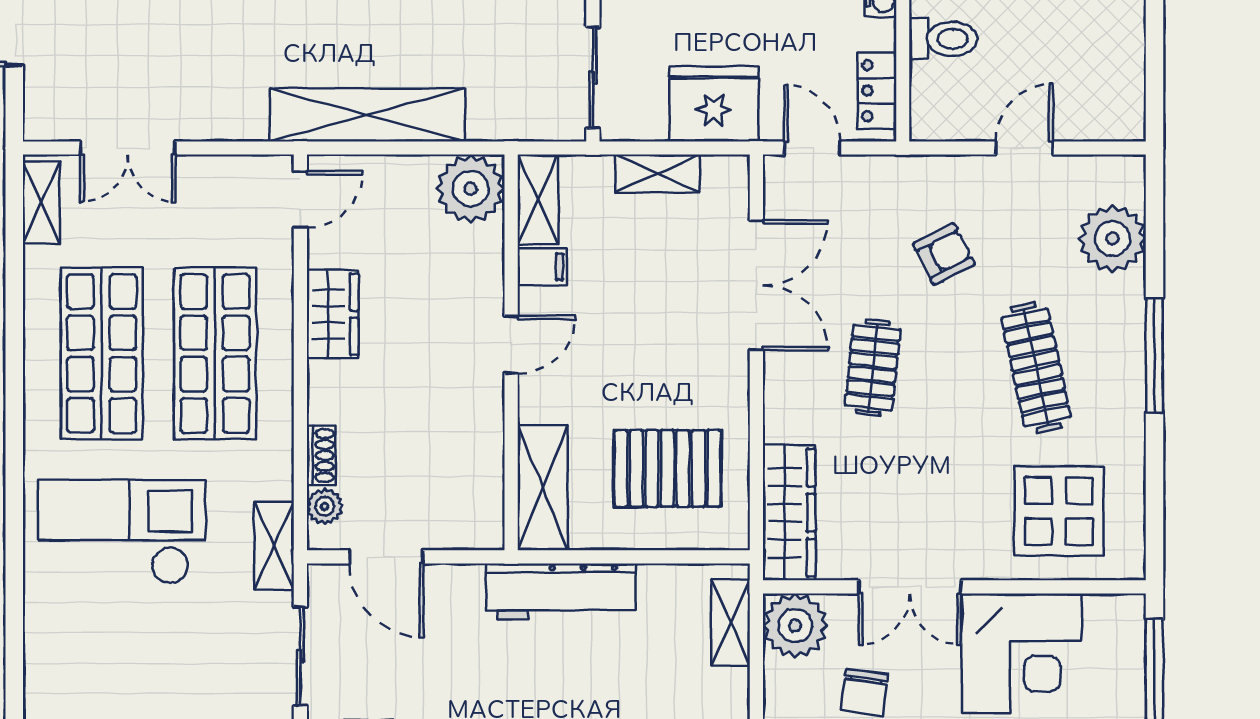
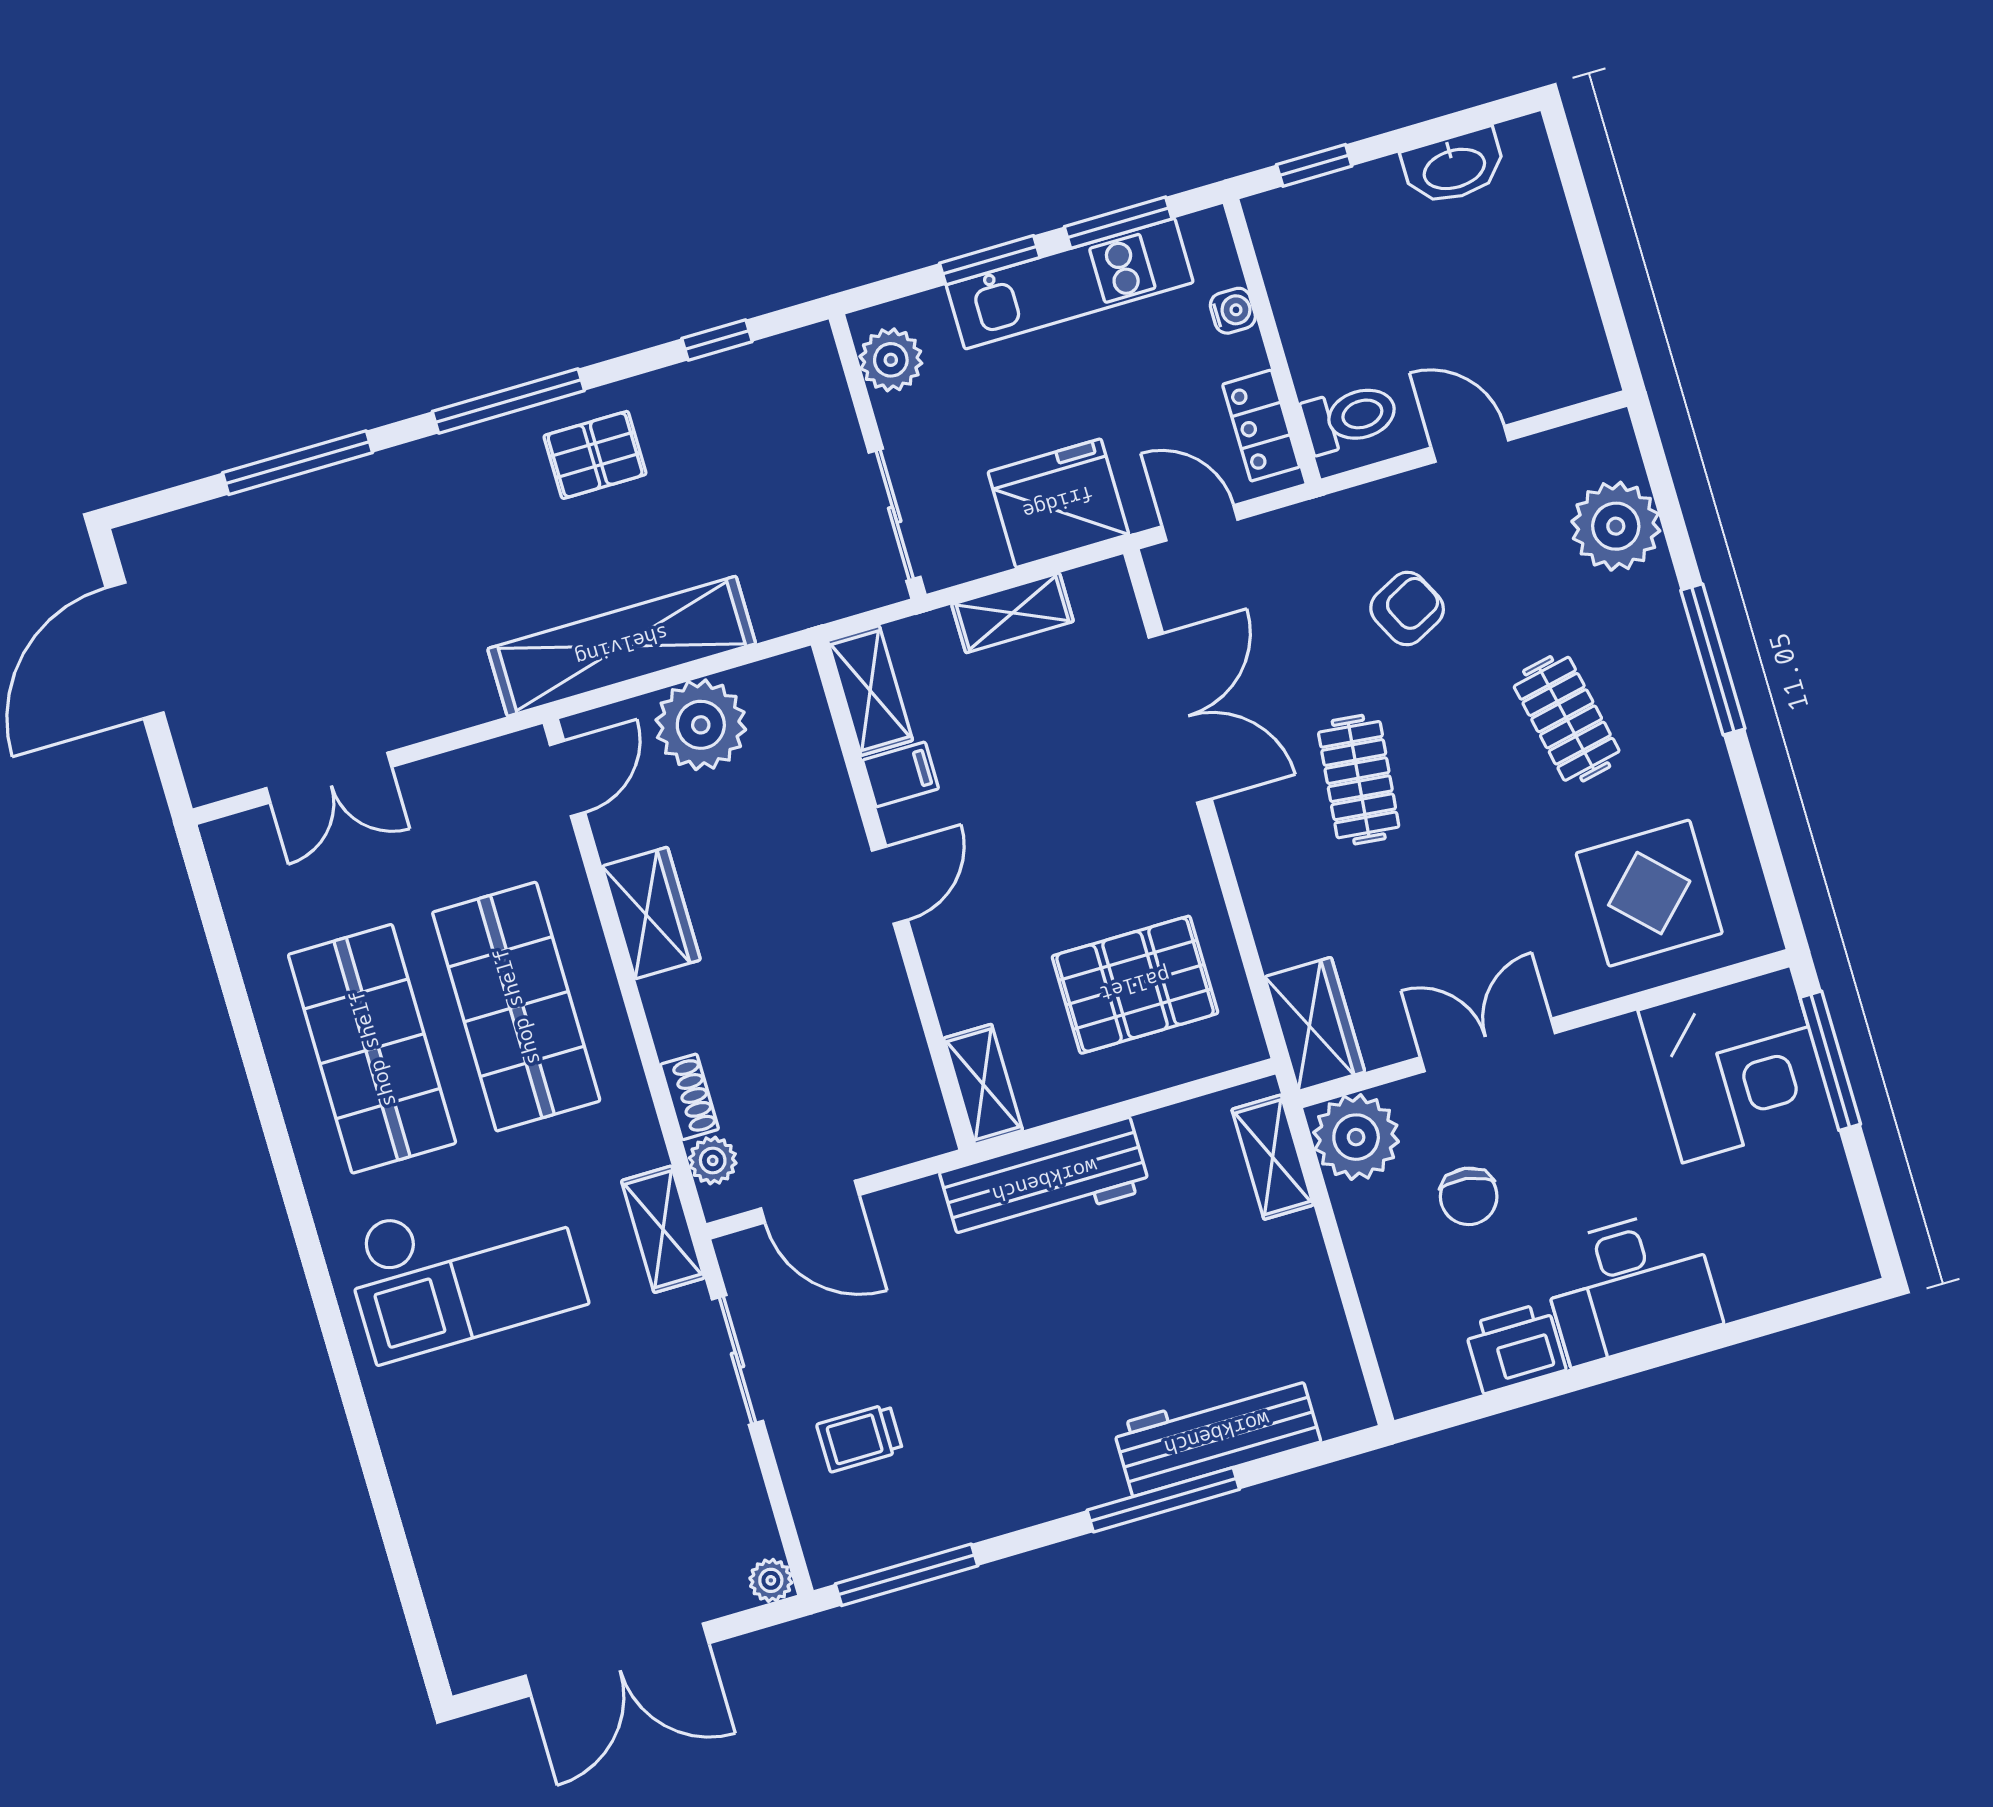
toilet: (943, 39) -> (1350, 418), moved
door: (1024, 148) -> (1470, 444), hinge flipped
plant: (471, 189) -> (701, 725), moved
shelving: (41, 203) -> (239, 879), removed
clothes rail: (1036, 367) -> (1567, 719), width x0.73
shelving: (543, 488) -> (983, 1084), width x0.67, depth x0.75
wardrobe: (789, 513) -> (1315, 1024), width x0.67
checkout: (122, 532) -> (464, 1269), turned 180
double door: (910, 587) -> (1488, 1045), swing flipped
corner desk: (1022, 653) -> (1736, 1064), moved

